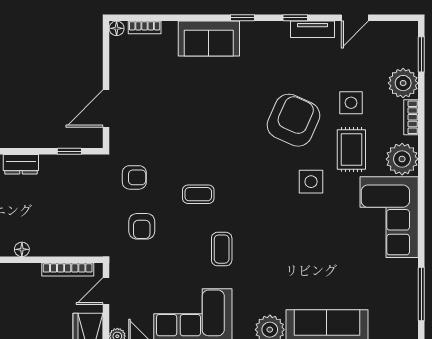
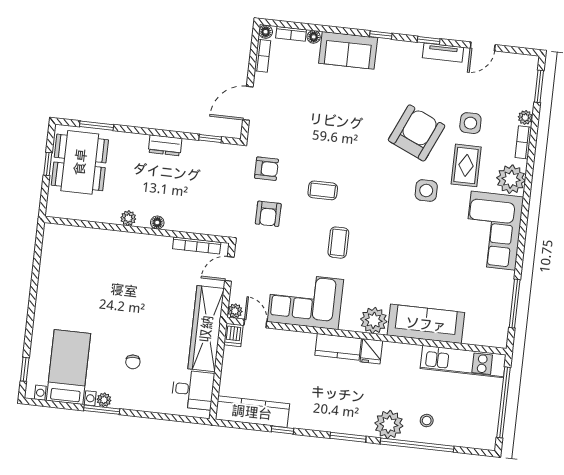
floor lamp: (170, 28) -> (314, 37), added
bookcase: (116, 55) -> (263, 56), added
plant: (403, 83) -> (525, 118), width x0.53, depth x0.53

